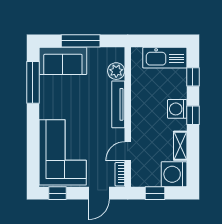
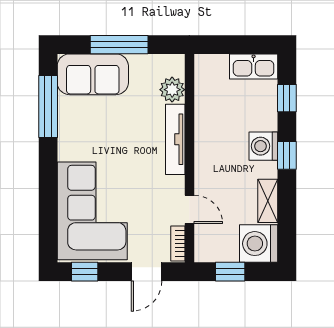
kitchen sink: (165, 58) -> (254, 66), width x0.73, depth x0.81
door: (128, 151) -> (189, 209), swing flipped

